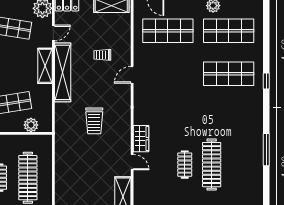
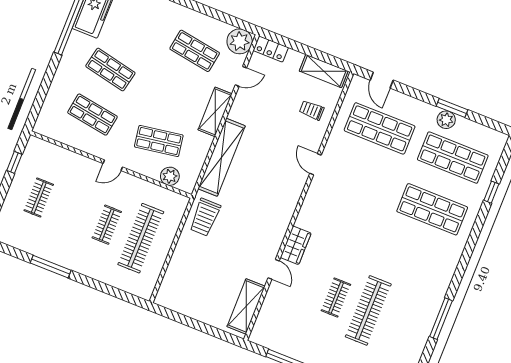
trolley: (102, 55) -> (312, 110), moved
shelving: (63, 72) -> (222, 157), moved
door: (132, 75) -> (316, 164), hinge flipped
window: (266, 81) -> (491, 192), moved
trolley: (94, 121) -> (205, 217), moved

